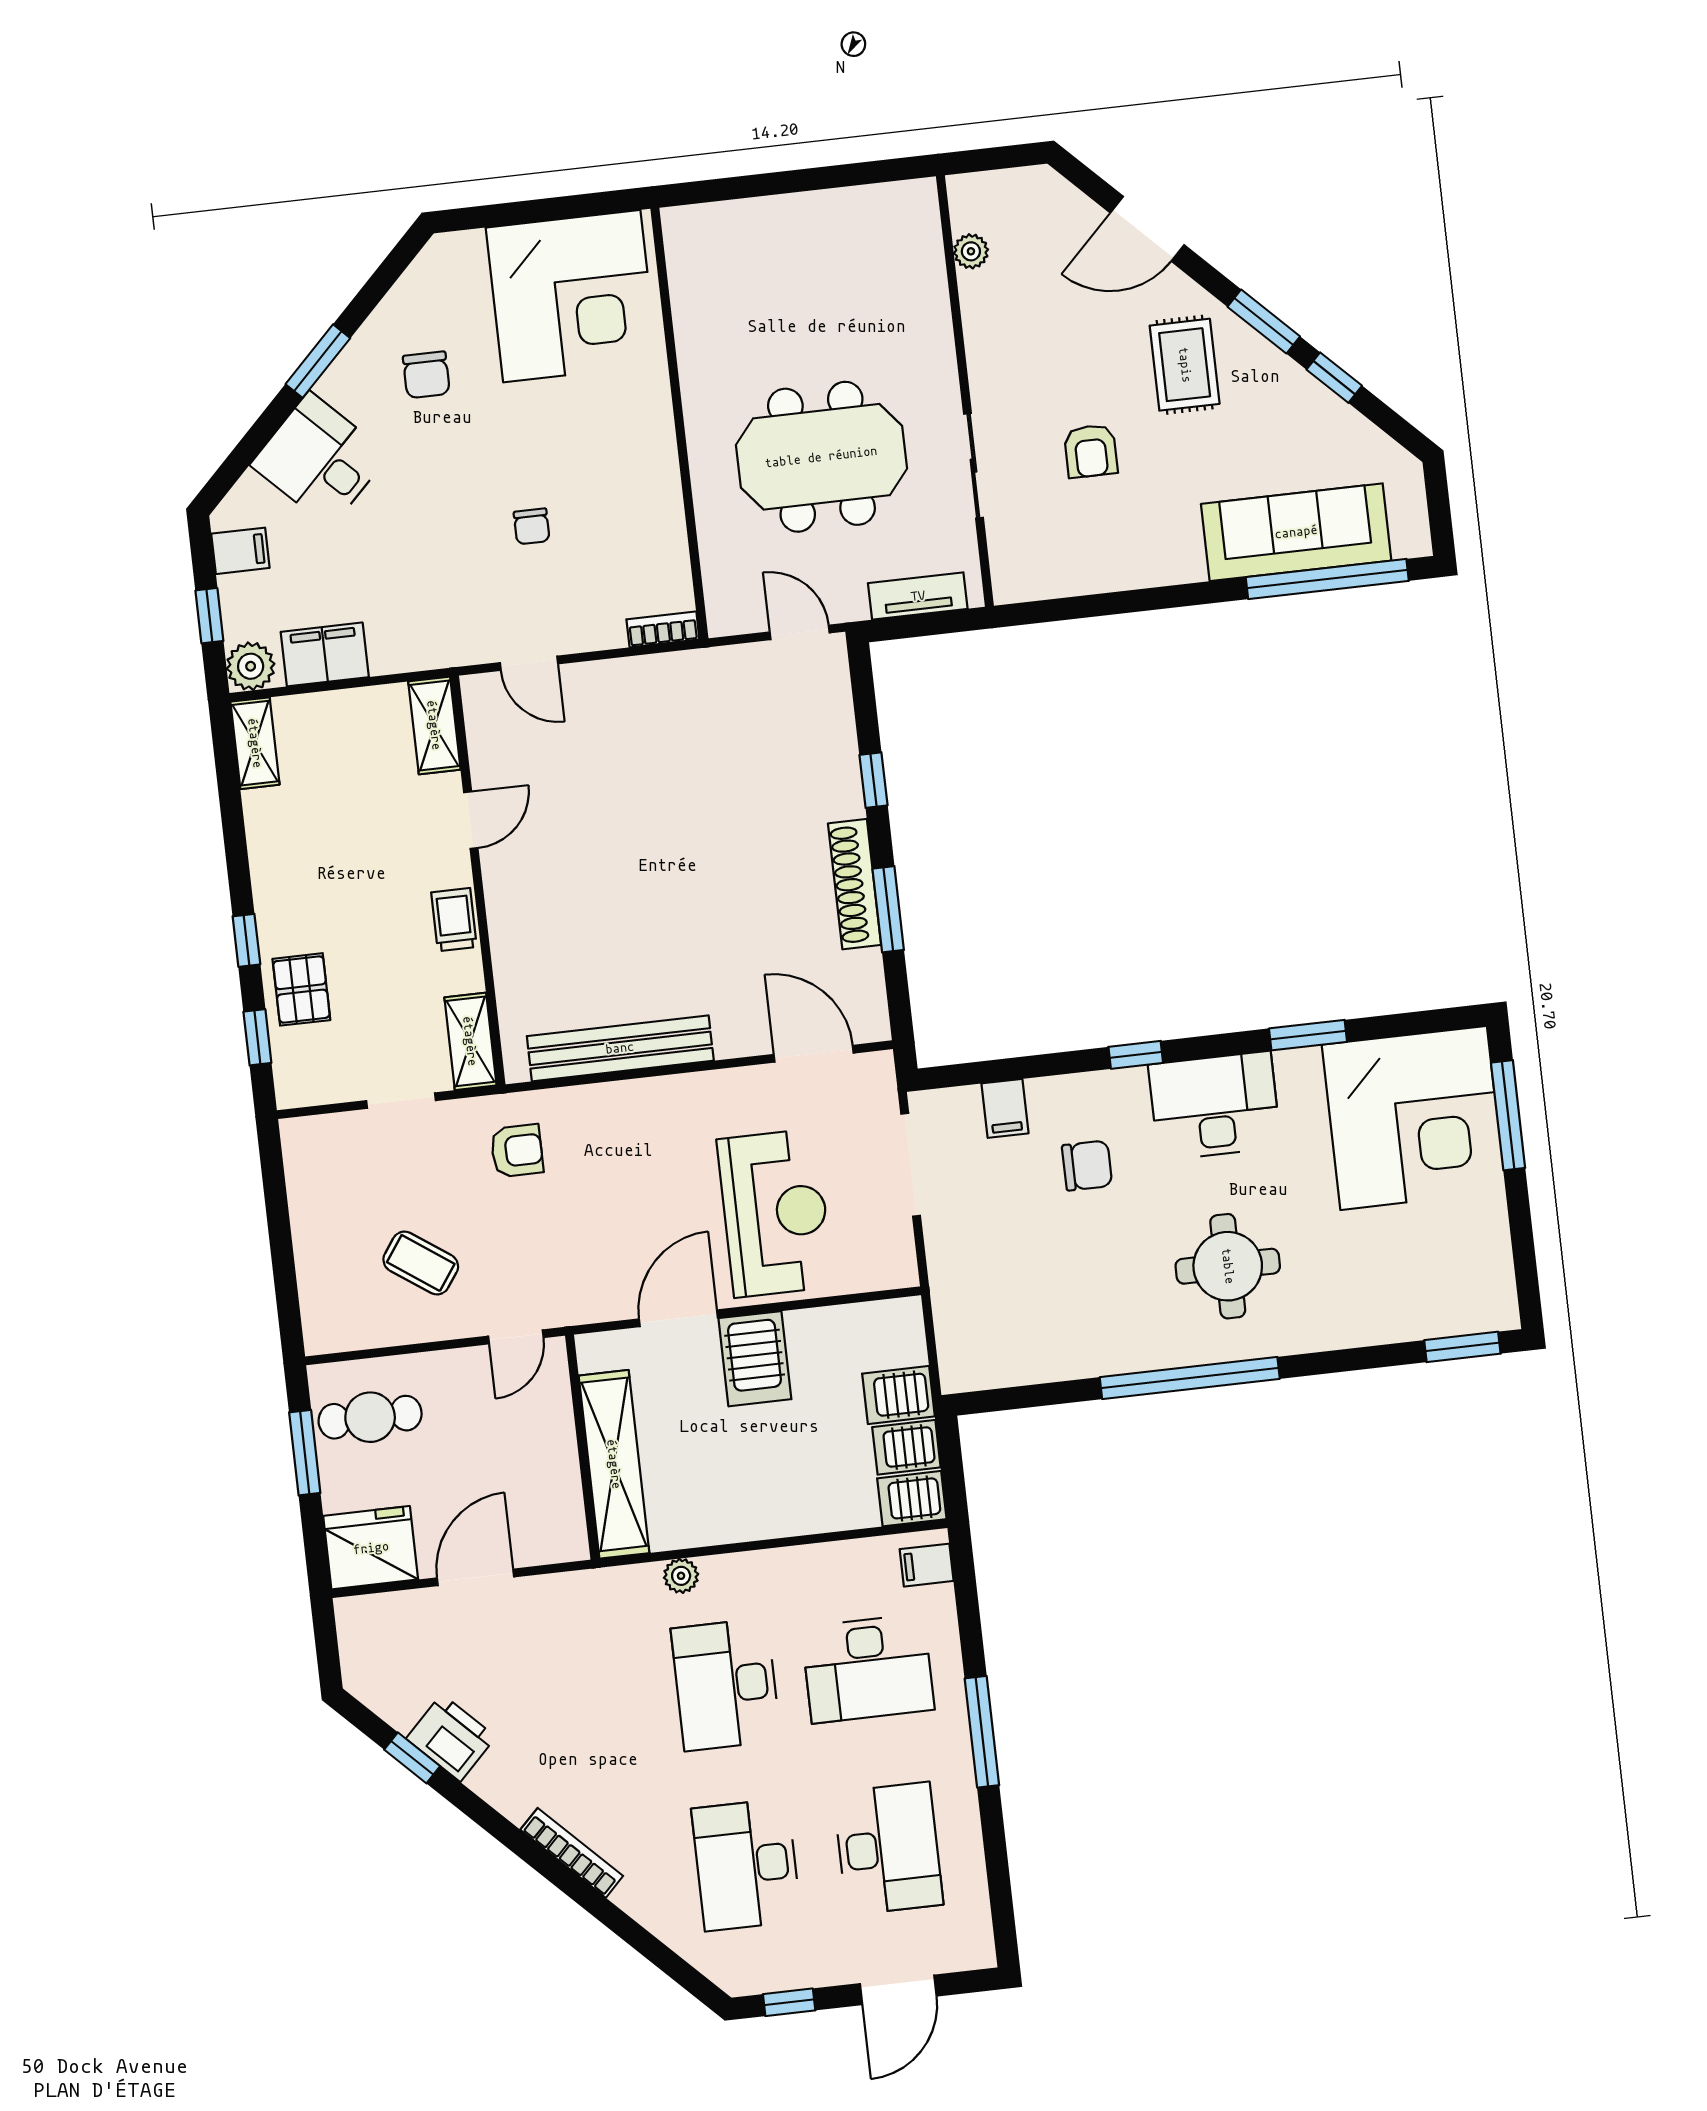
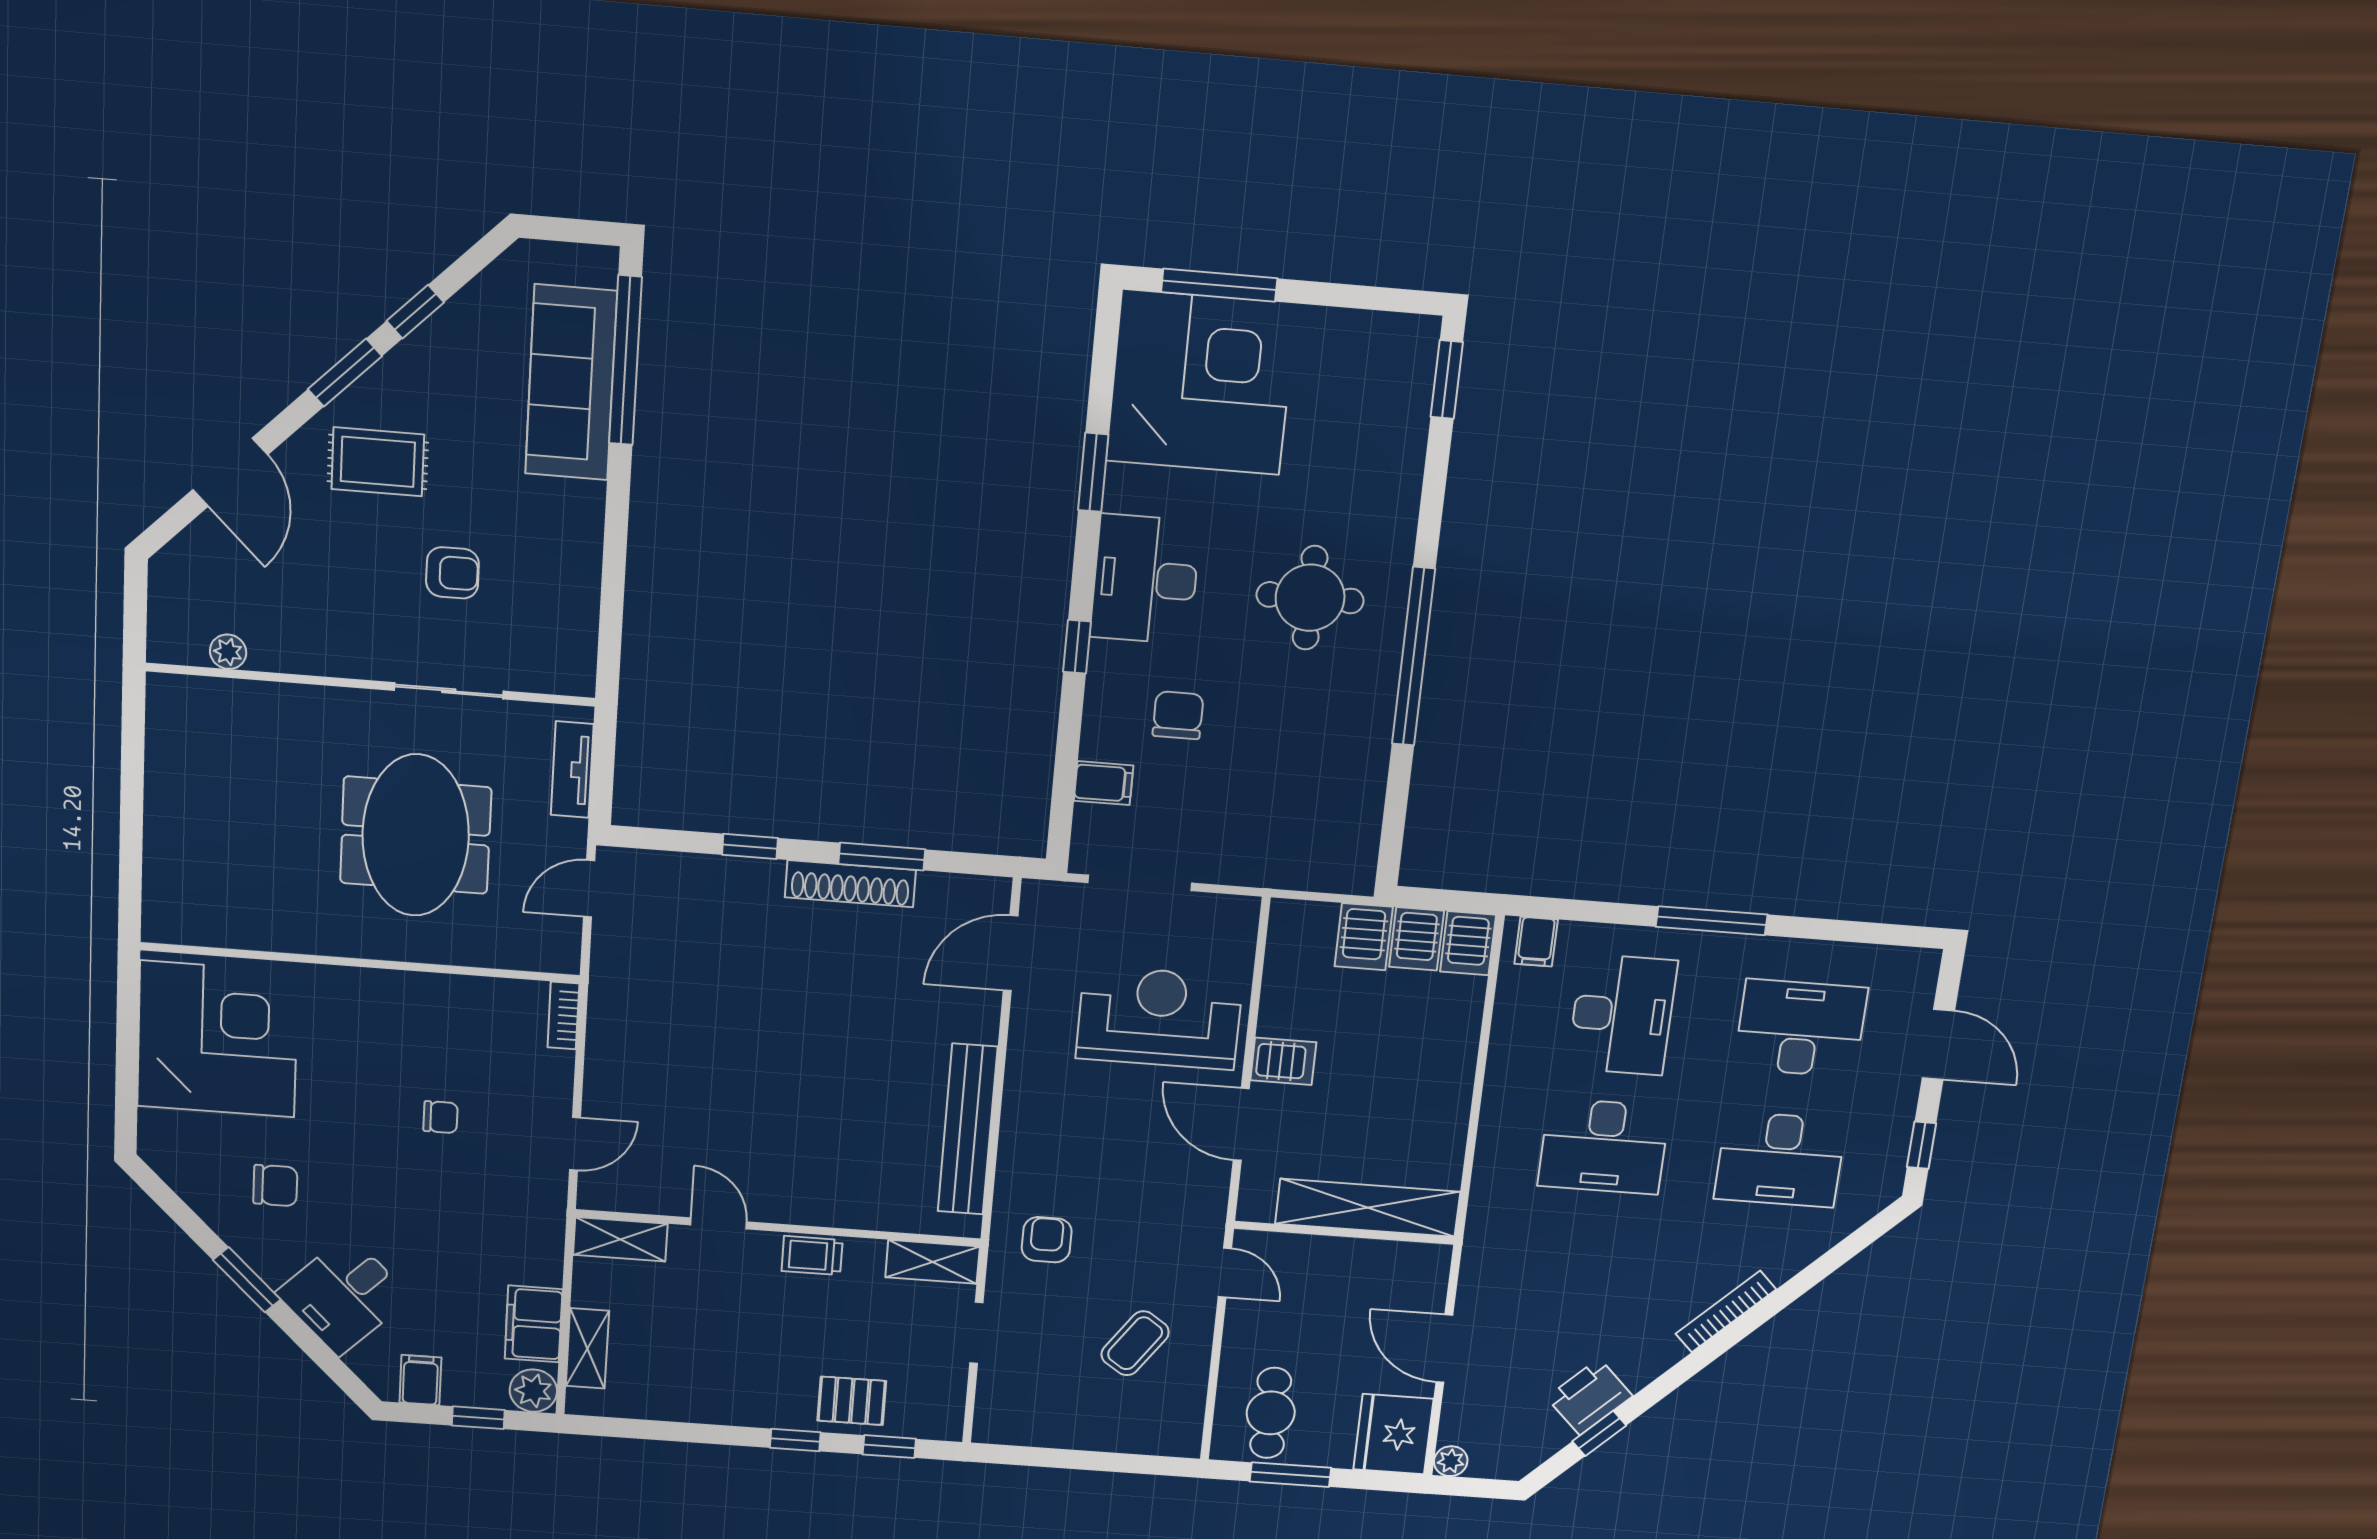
shelving: (255, 743) -> (587, 1348), moved, turned 90
server rack: (755, 1359) -> (1283, 1061), width x0.73, depth x0.70
plant: (681, 1576) -> (1451, 1461), moved

